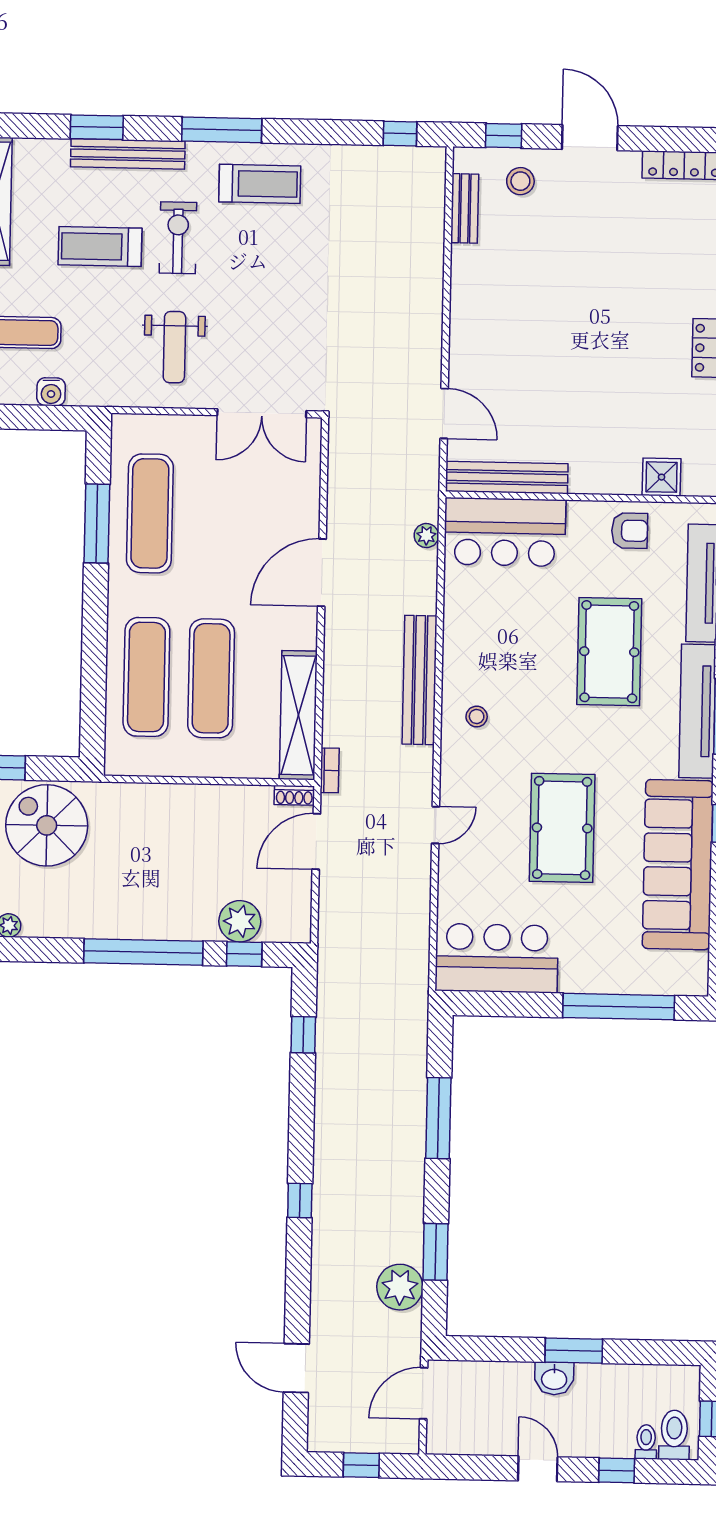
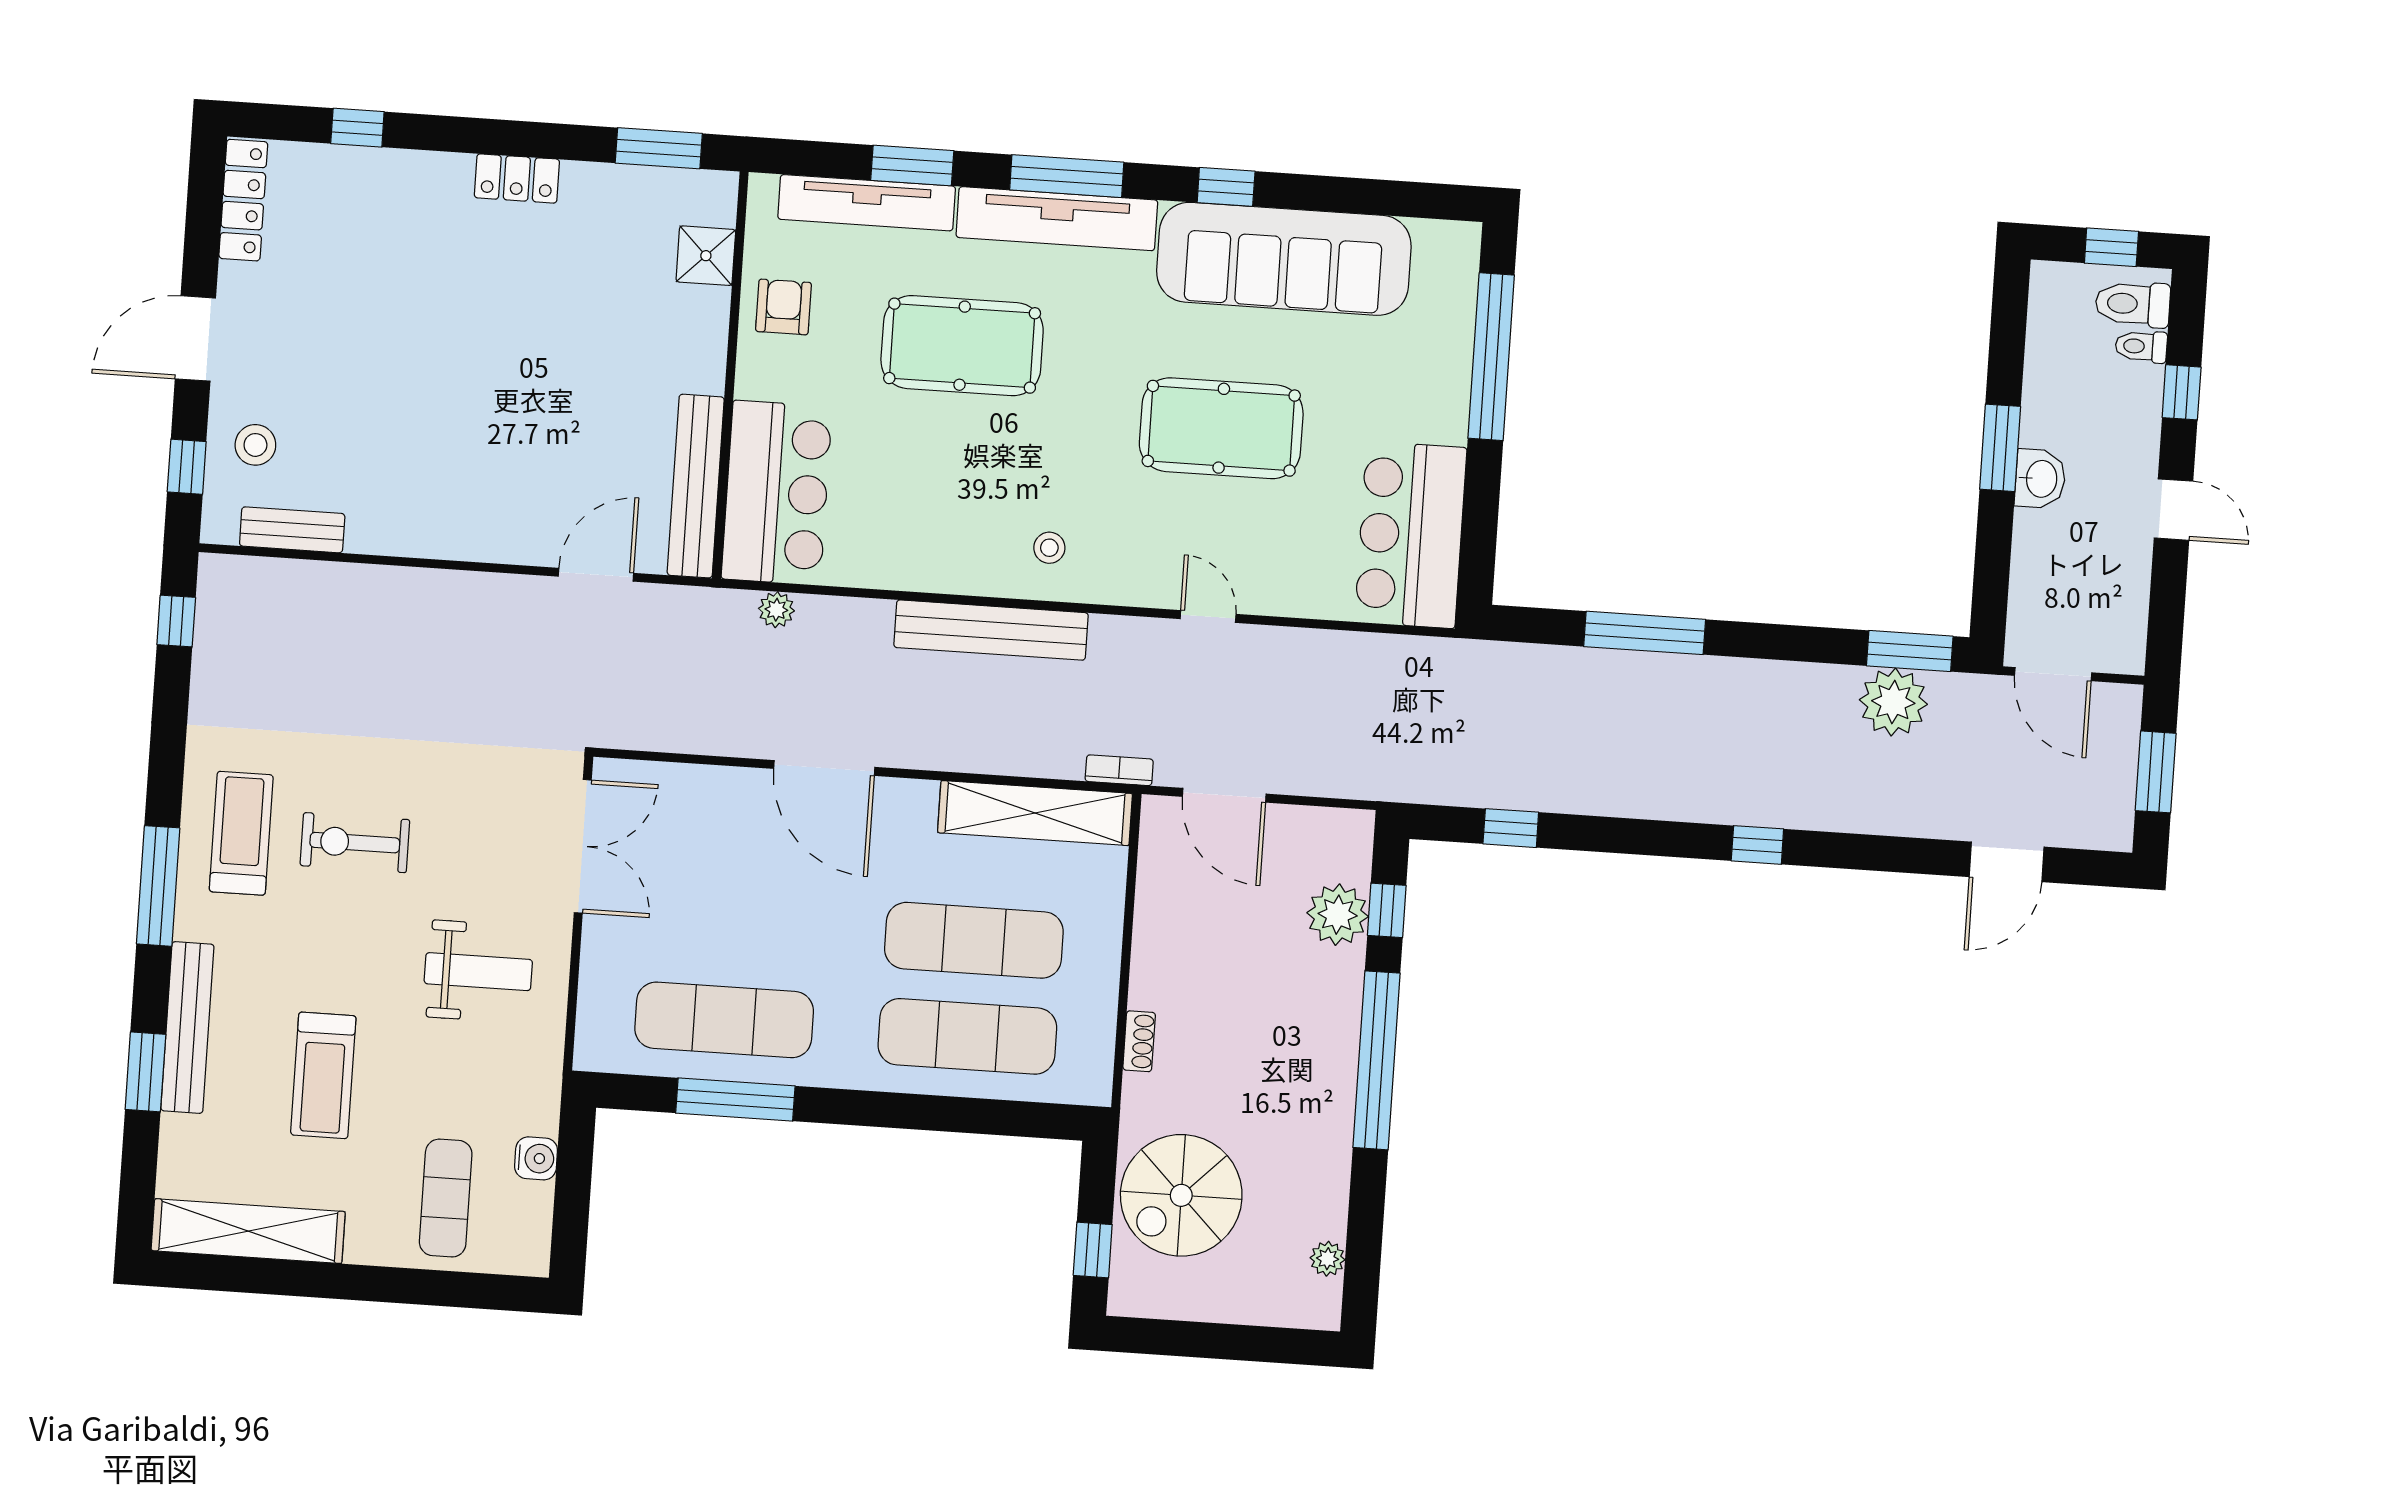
exercise bike: (178, 238) -> (355, 843), moved
shoe rack: (294, 795) -> (1139, 1041), moved
window: (436, 1252) -> (1910, 651), moved
window: (361, 1465) -> (2156, 772), width x1.50
door: (538, 1469) -> (2174, 510), swing flipped

